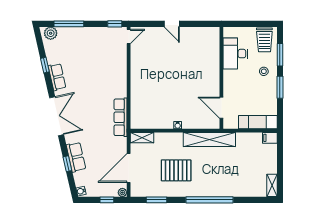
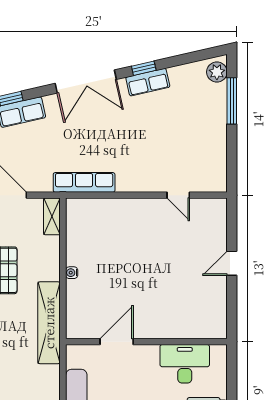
window: (115, 24) -> (232, 173), removed
door: (129, 37) -> (178, 195), moved
window: (45, 65) -> (144, 68), moved
door: (221, 108) -> (117, 342), moved

